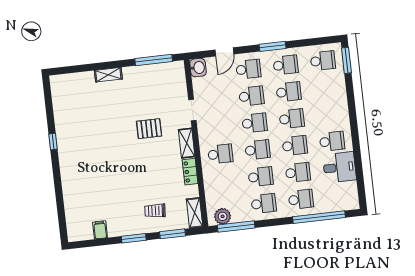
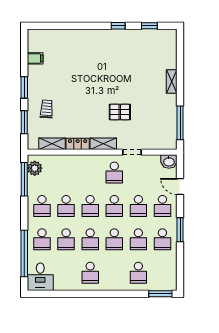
school desk: (323, 61) -> (138, 273), moved
window: (49, 107) -> (149, 26), added
pallet: (149, 129) -> (120, 112), turned 90
school desk: (220, 154) -> (114, 173), moved
desk: (339, 167) -> (40, 277), moved
shelving: (195, 213) -> (52, 144), moved

